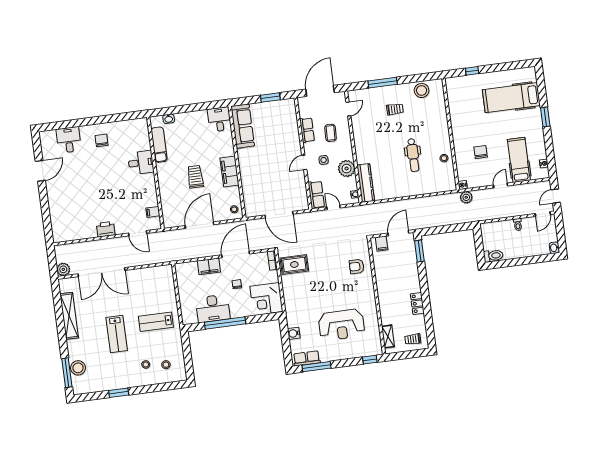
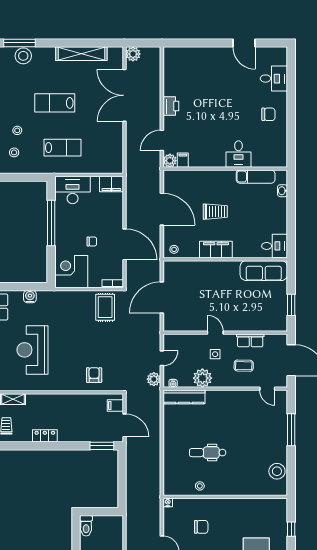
trolley: (395, 109) -> (260, 439), removed
row of seats: (316, 195) -> (178, 341), removed
plant: (466, 197) -> (154, 379), moved
plant: (155, 224) -> (170, 161), added
filing cabinet: (209, 266) -> (111, 184), moved, turned -90
desk: (213, 308) -> (73, 190), moved, turned 90
lab bench: (156, 322) -> (62, 148), turned 90

